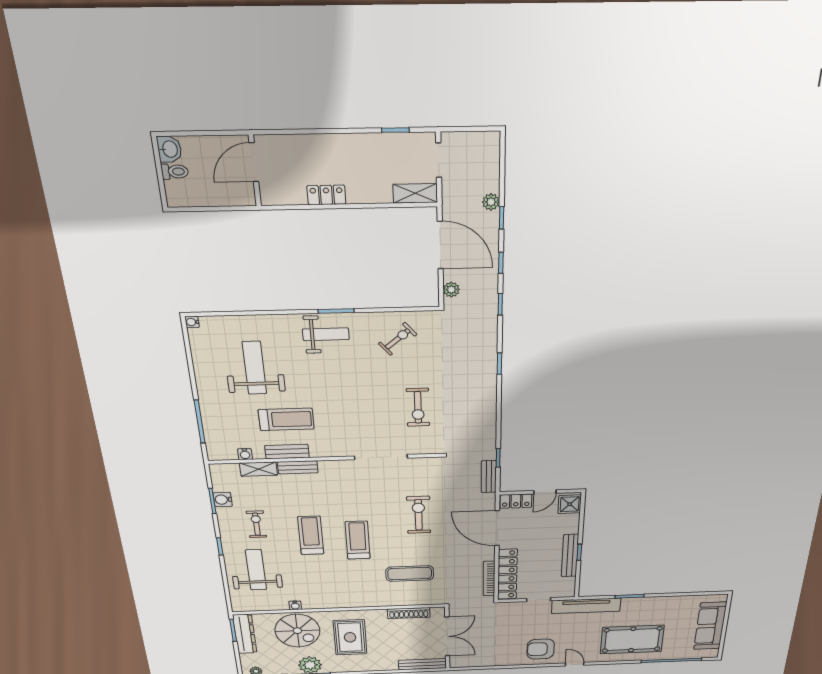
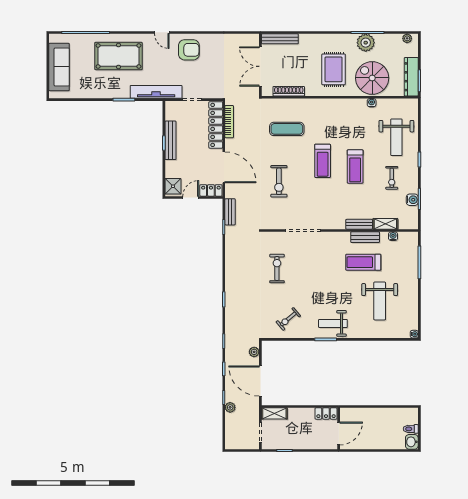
door: (254, 162) -> (339, 433), moved
wall: (255, 171) -> (339, 429), moved

